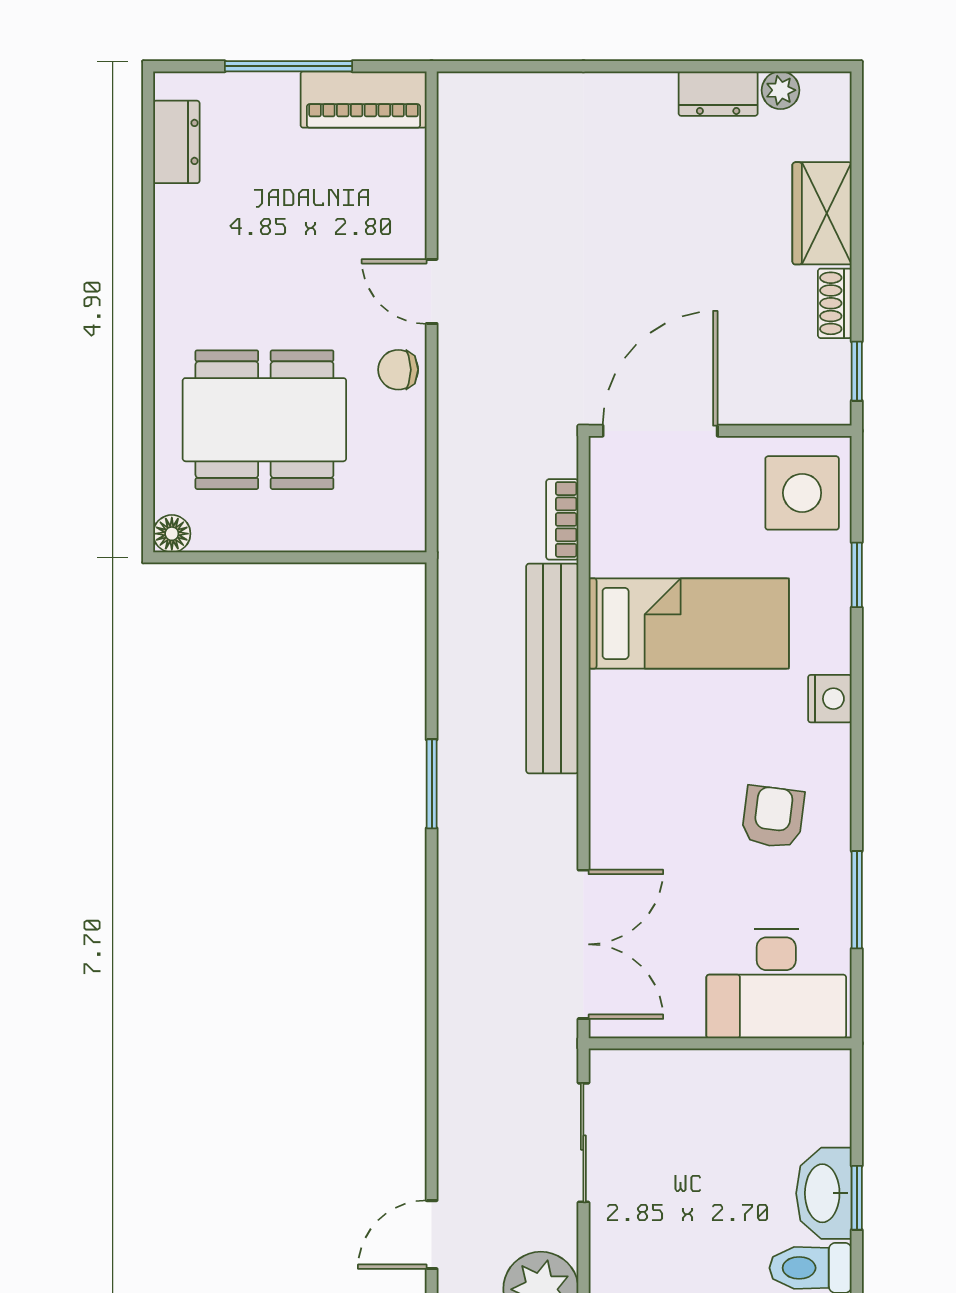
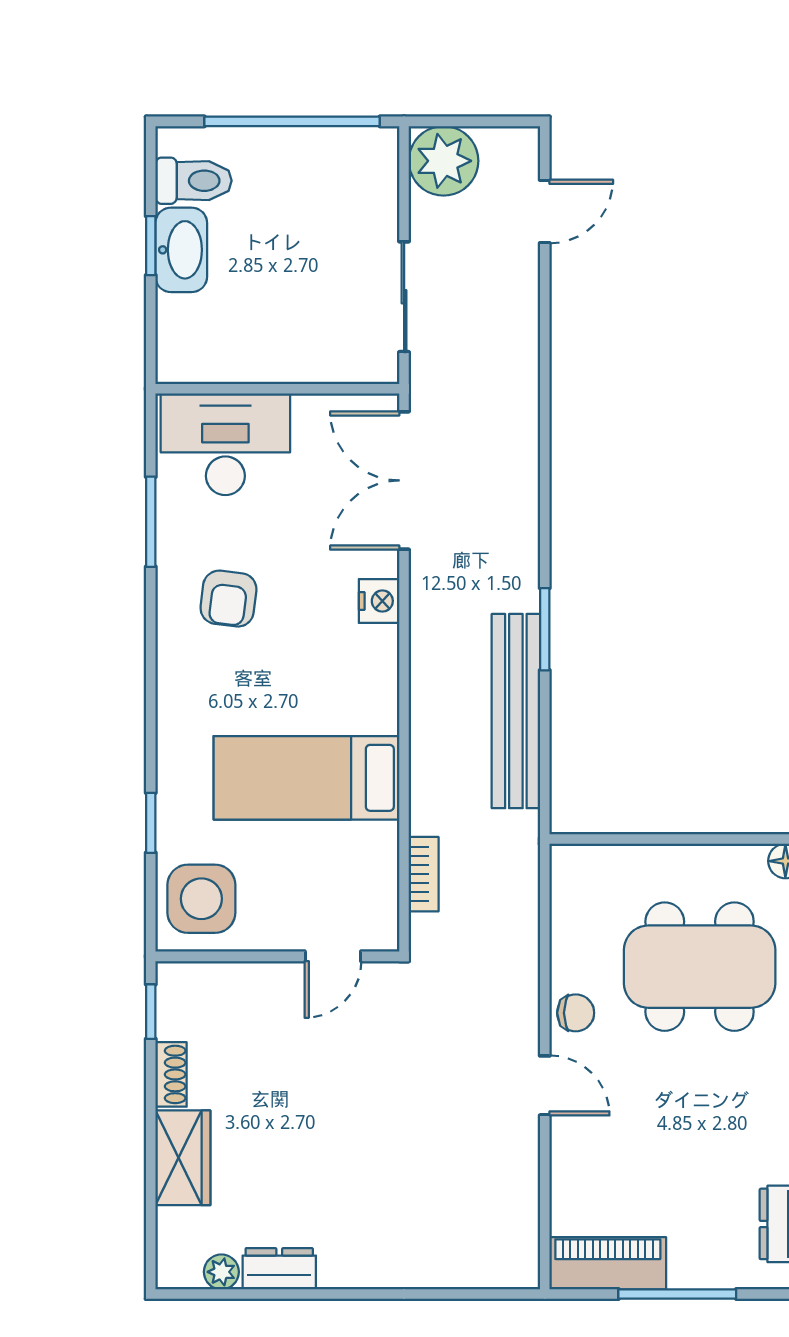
door: (660, 431) -> (333, 956), width x0.53
bench: (552, 669) -> (516, 711), moved
nightstand: (830, 699) -> (379, 601), moved, turned 180

